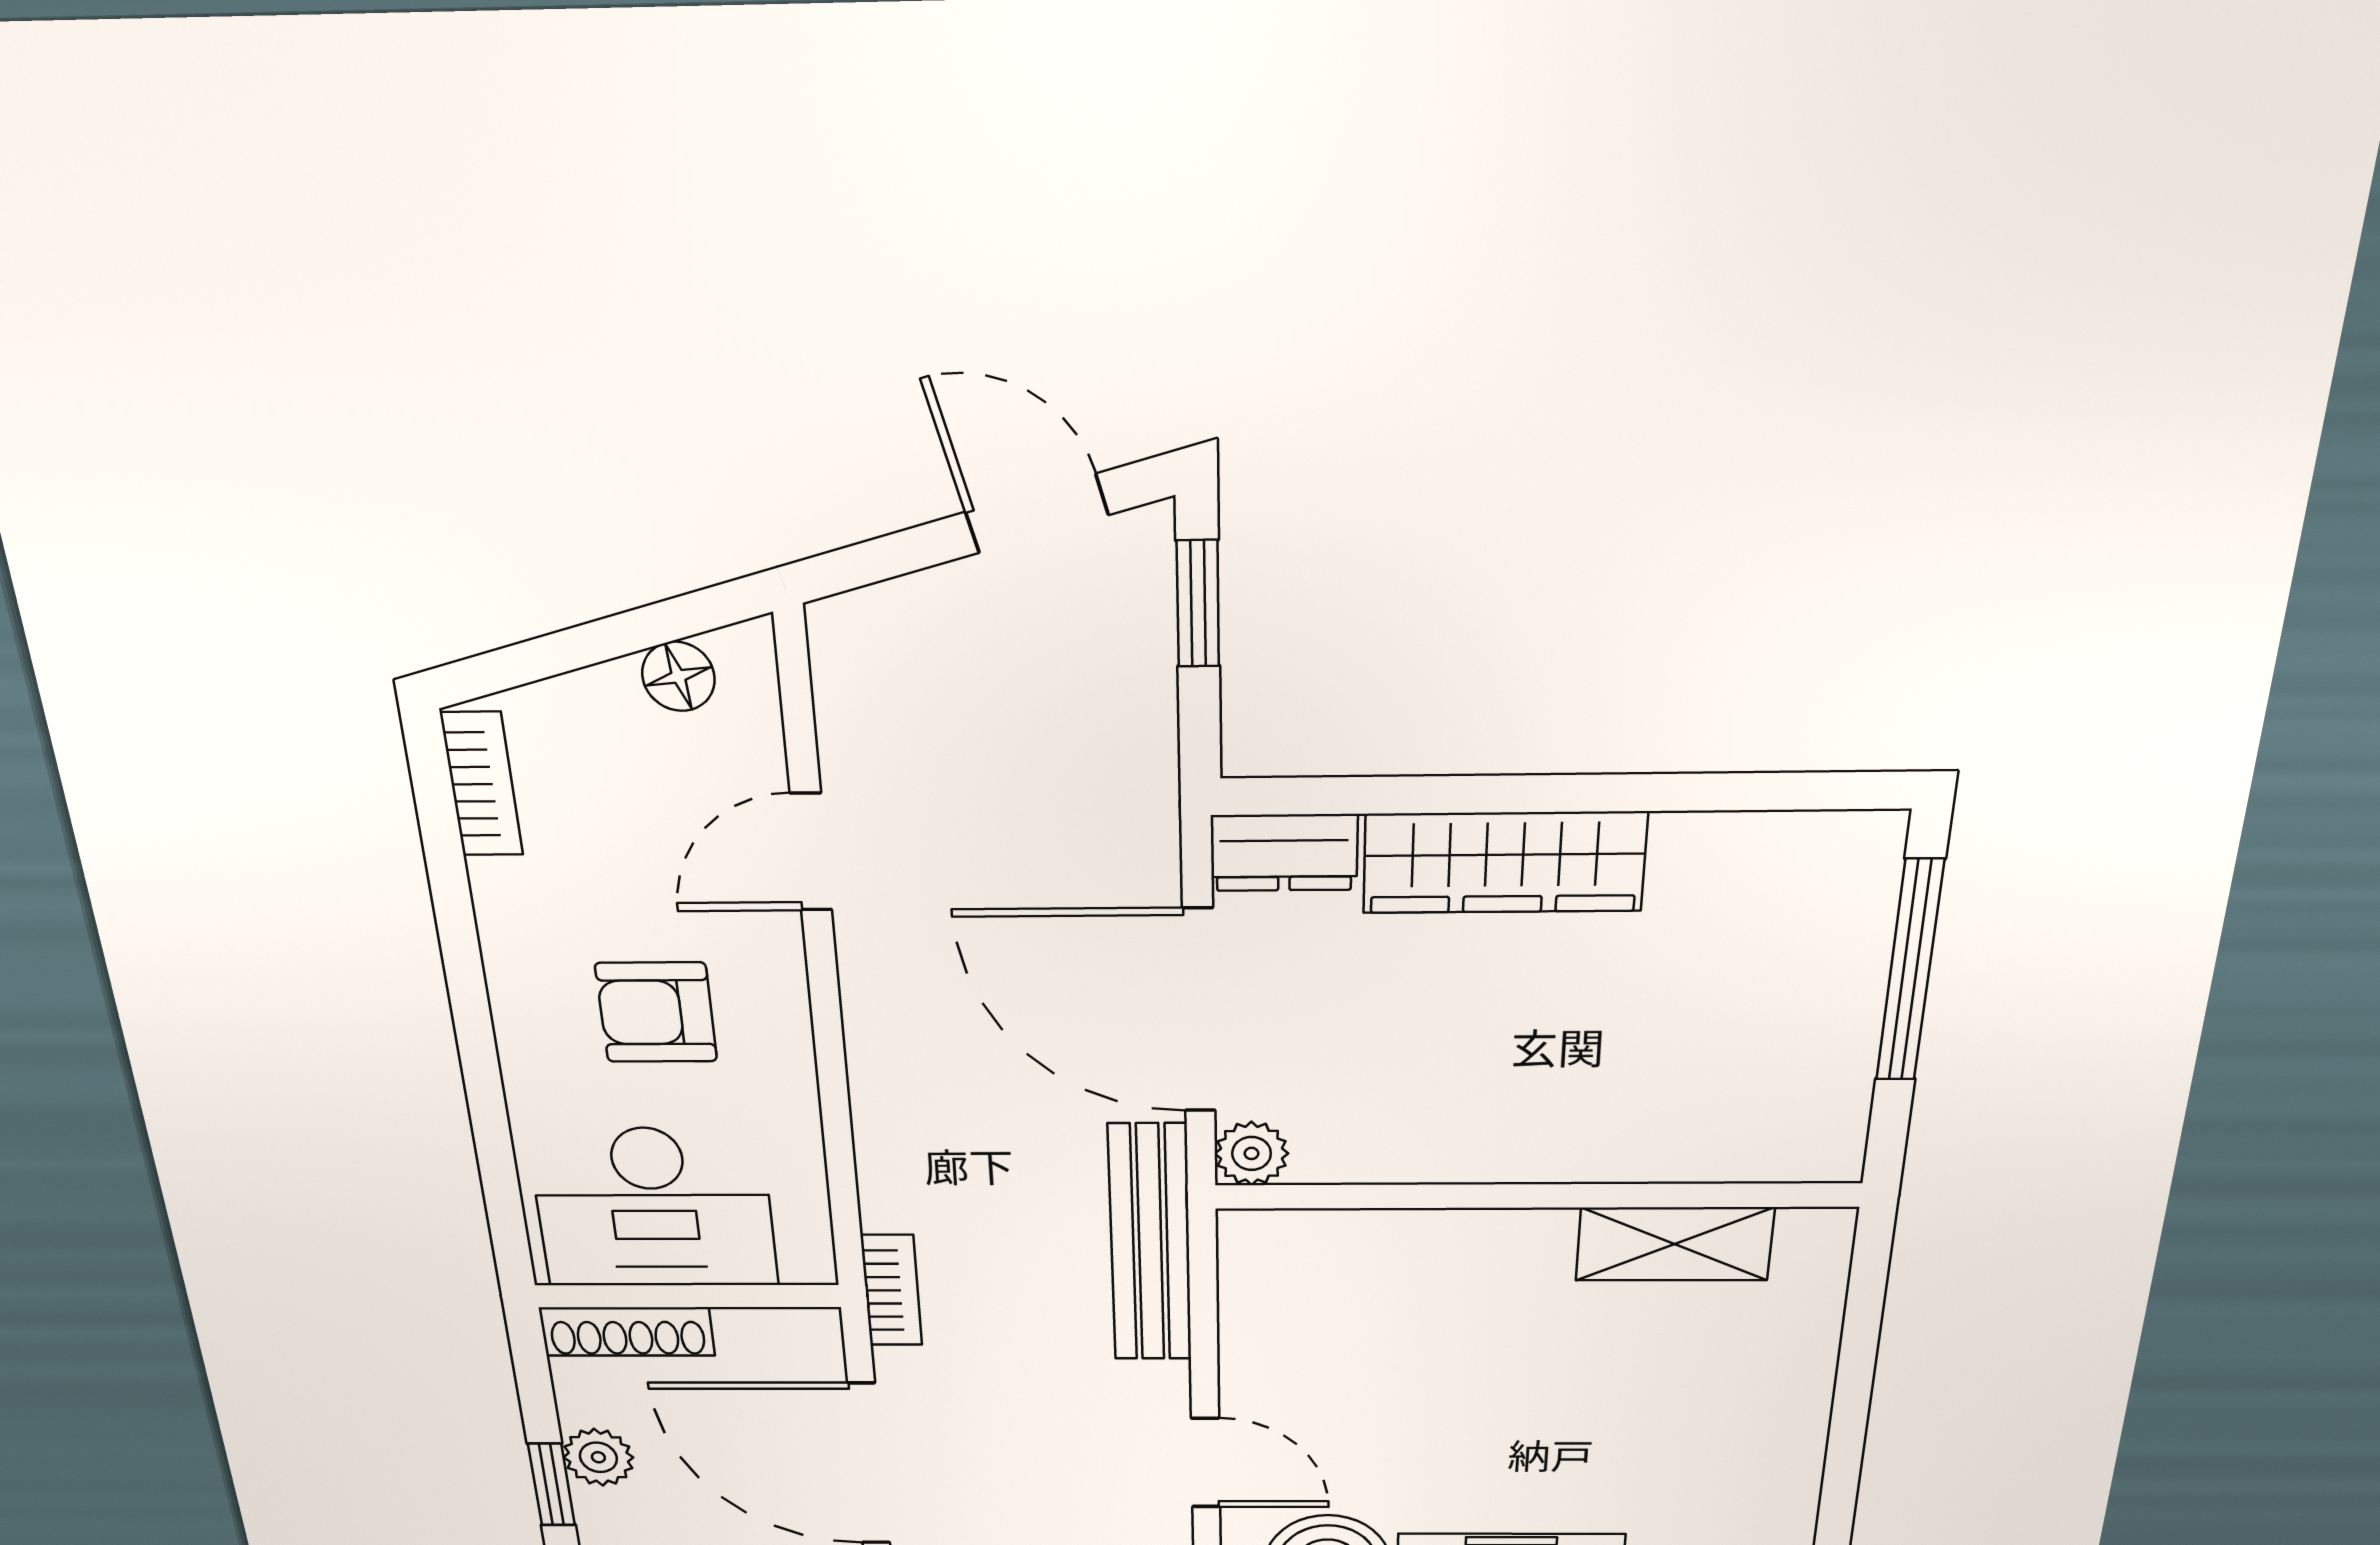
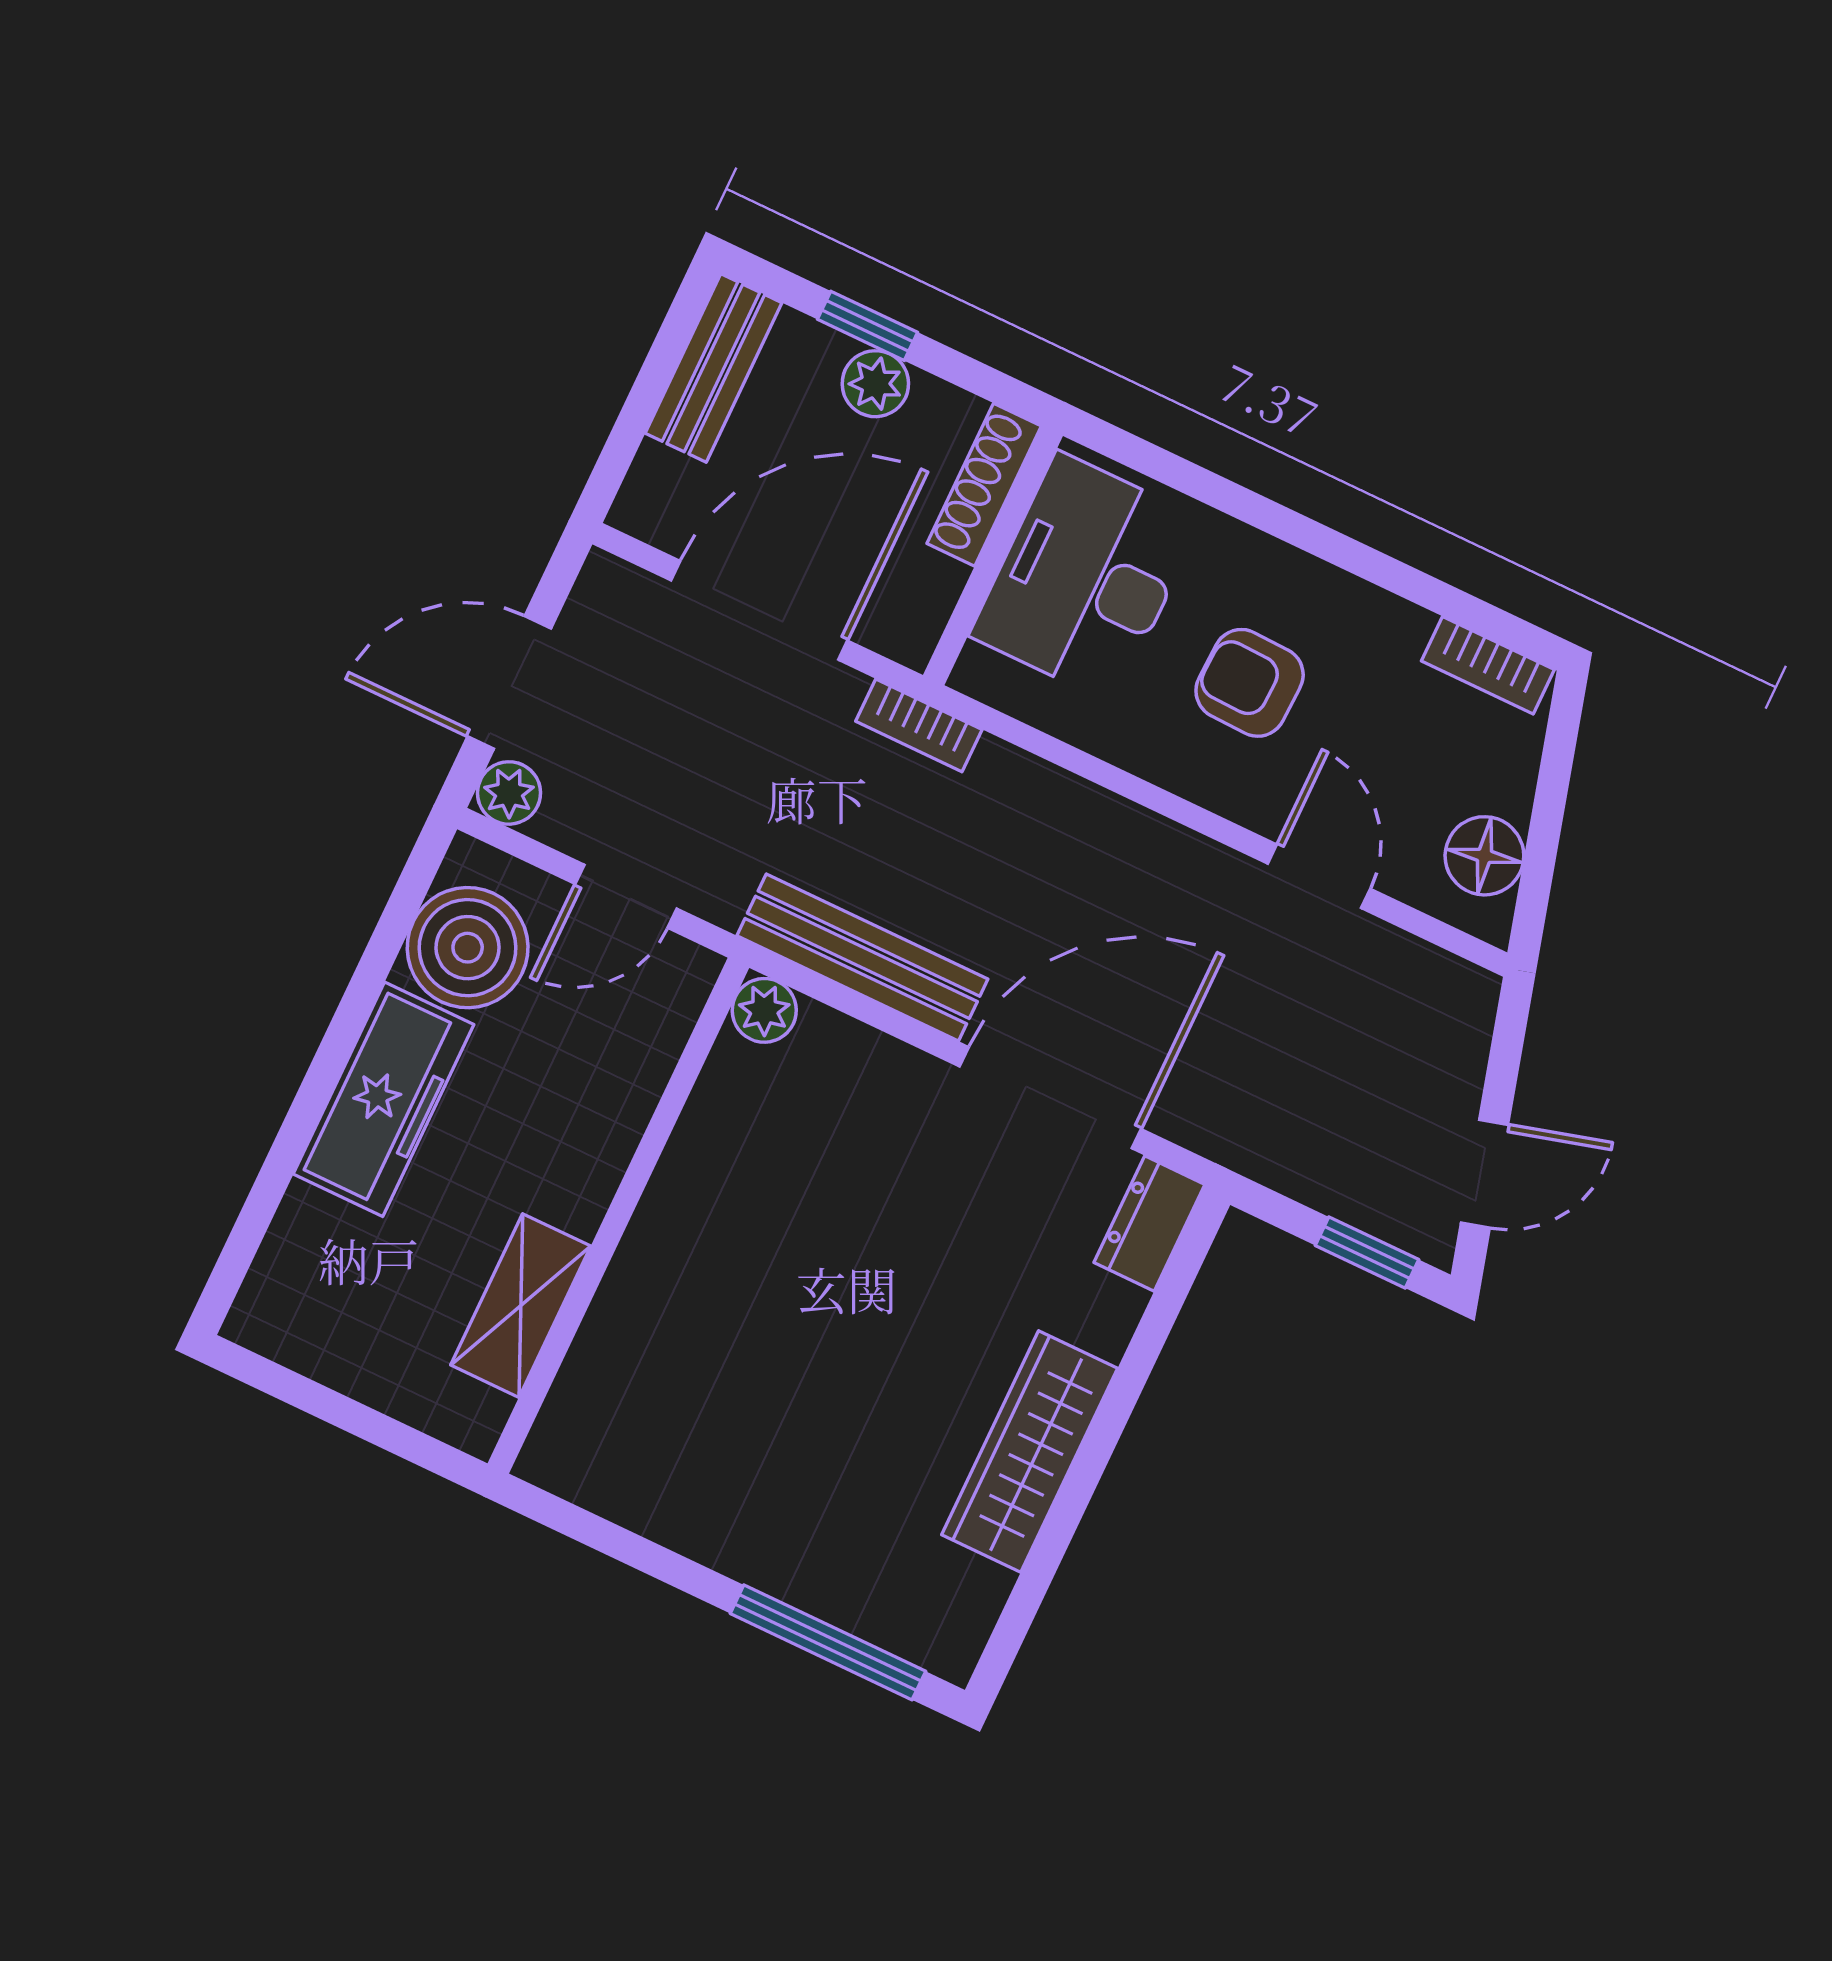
floor lamp: (678, 676) -> (1484, 856), width x1.37, depth x1.37
wardrobe: (1504, 863) -> (1030, 1452), moved
armchair: (656, 1012) -> (1250, 683), turned -88
plant: (1252, 1153) -> (764, 1010), moved
wall: (1537, 1196) -> (618, 1216), moved
shelving: (1675, 1244) -> (521, 1306), moved

